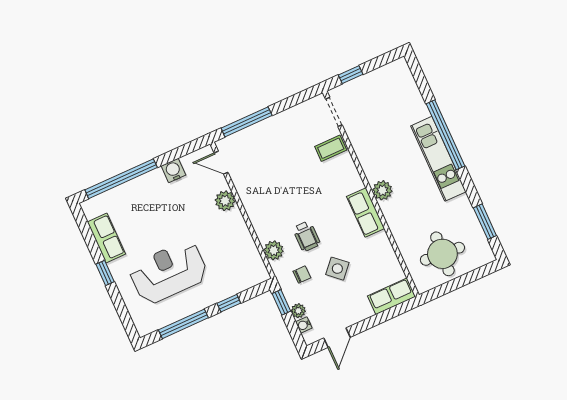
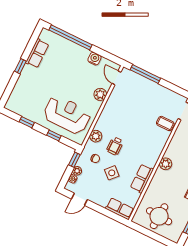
row of seats: (366, 212) -> (142, 178), moved
reception desk: (168, 272) -> (67, 115), moved
window: (183, 324) -> (27, 122), width x0.46

